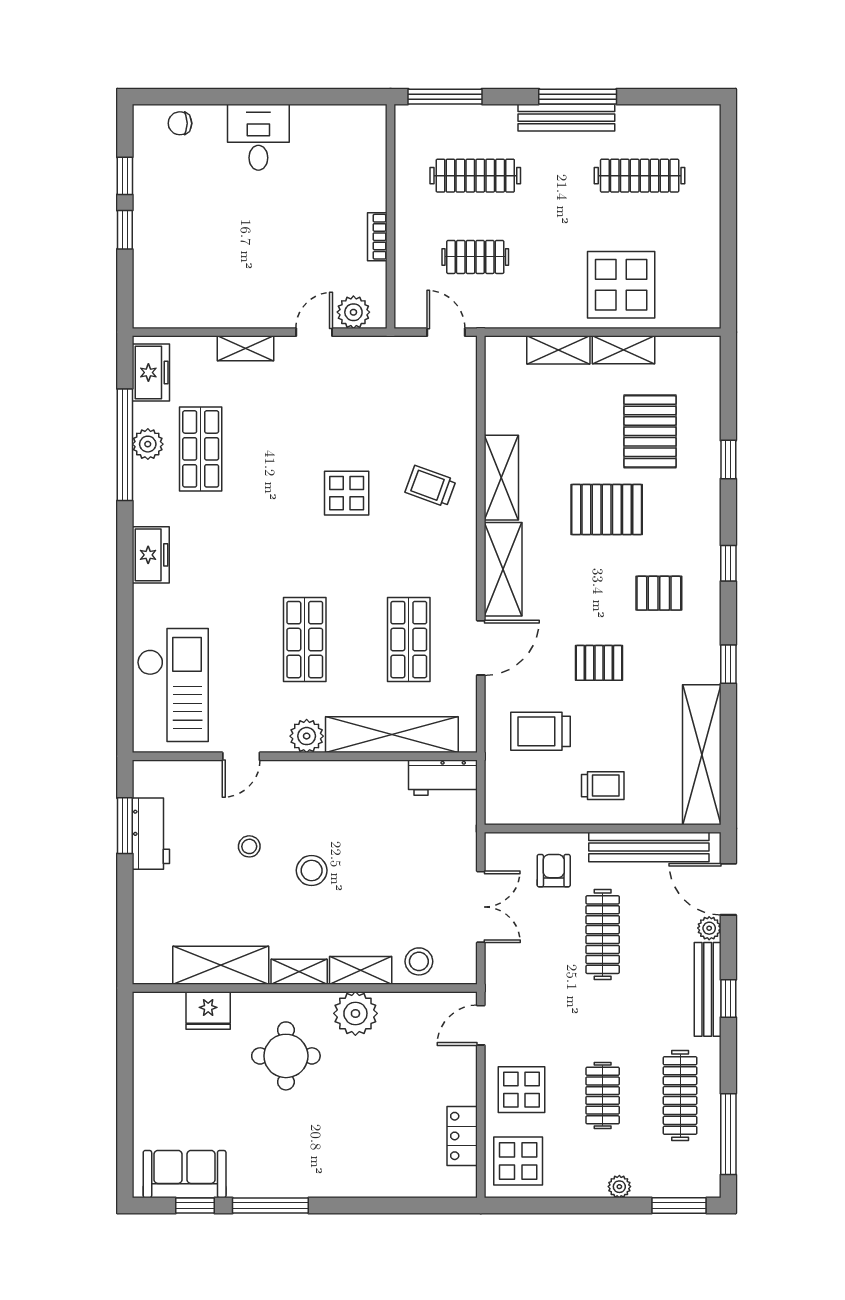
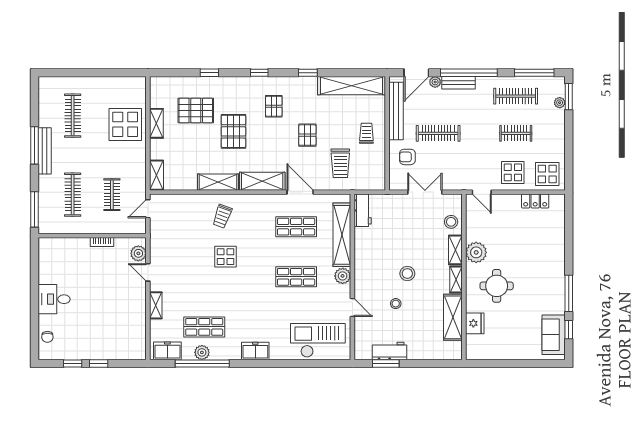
shelving: (558, 350) -> (157, 175), moved
bench: (708, 989) -> (459, 83), width x0.73
window: (728, 999) -> (469, 73), width x3.17
plant: (619, 1187) -> (560, 103), moved

